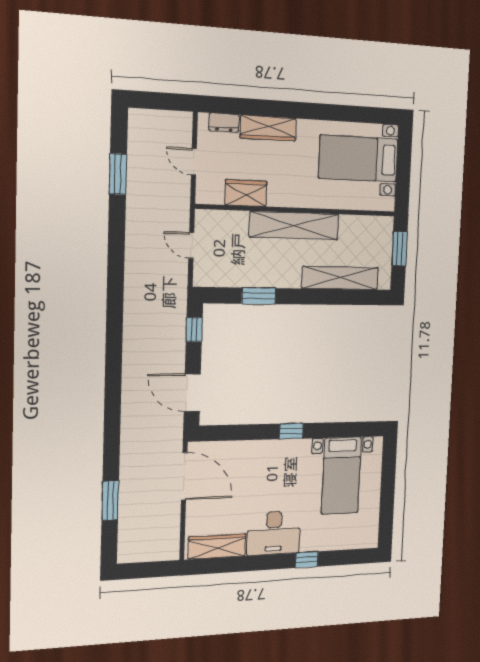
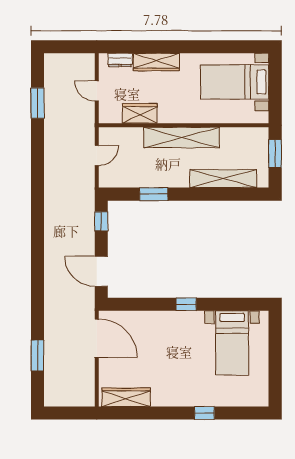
door: (191, 245) -> (97, 156), swing flipped
desk: (274, 533) -> (174, 389), removed

